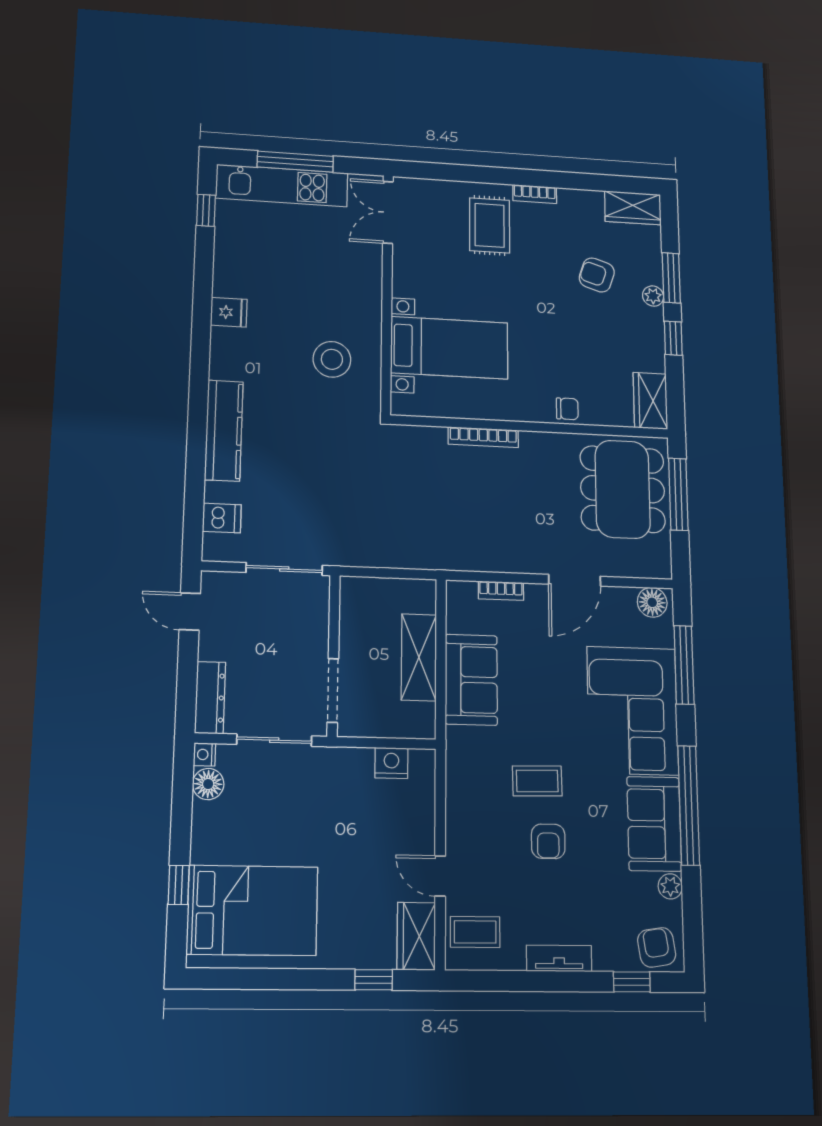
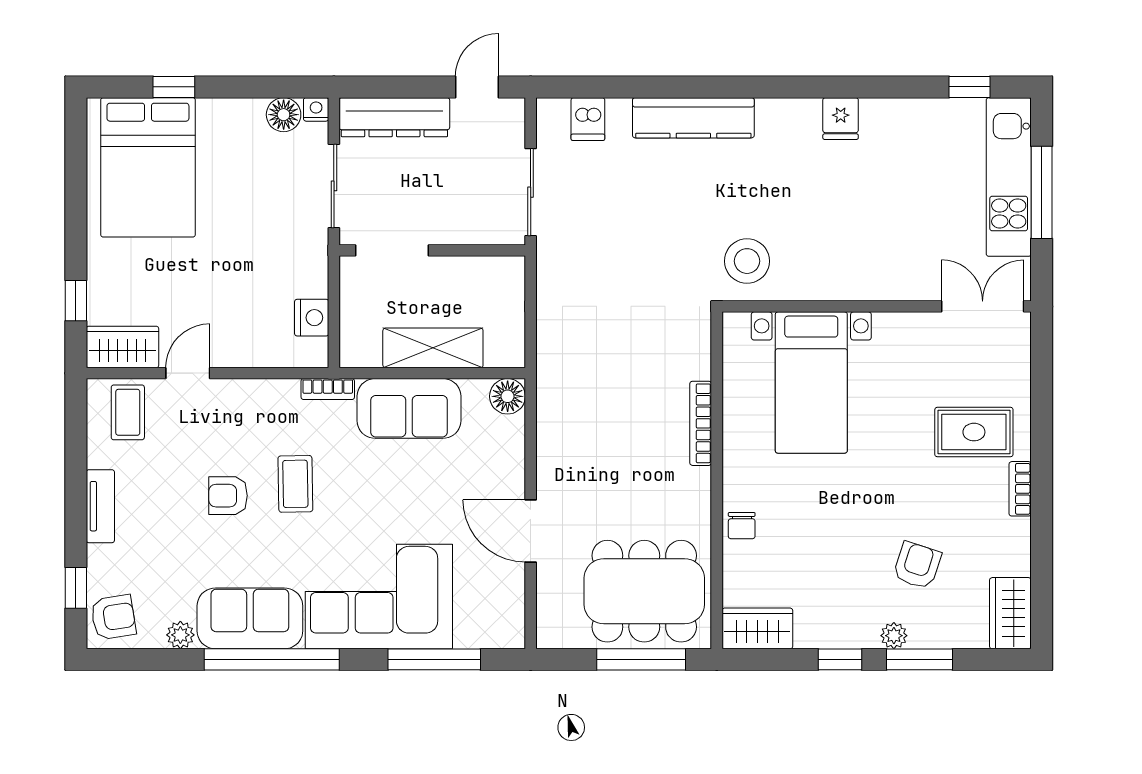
stool: (332, 359) -> (747, 261), moved
bookcase: (501, 591) -> (328, 389), moved, turned -90
floor lamp: (652, 602) -> (508, 396), moved
dresser: (210, 698) -> (394, 117), width x1.37, depth x1.24

